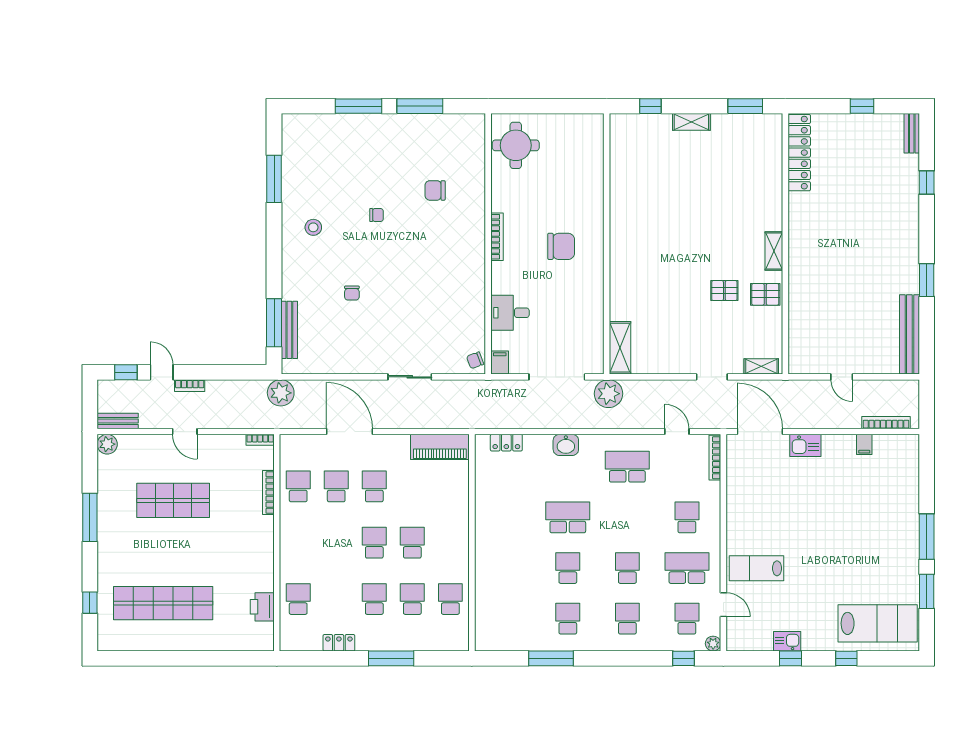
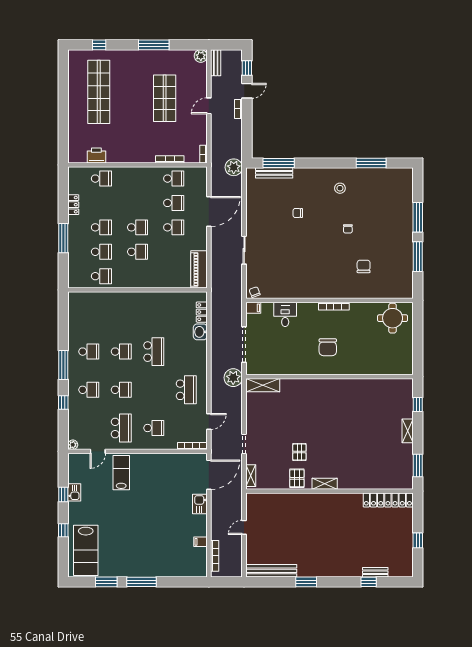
bench: (912, 133) -> (375, 572), moved
washbasin: (566, 445) -> (200, 332), moved
school desk: (687, 619) -> (89, 428), removed
window: (551, 658) -> (63, 365), moved
window: (683, 658) -> (63, 402), moved

